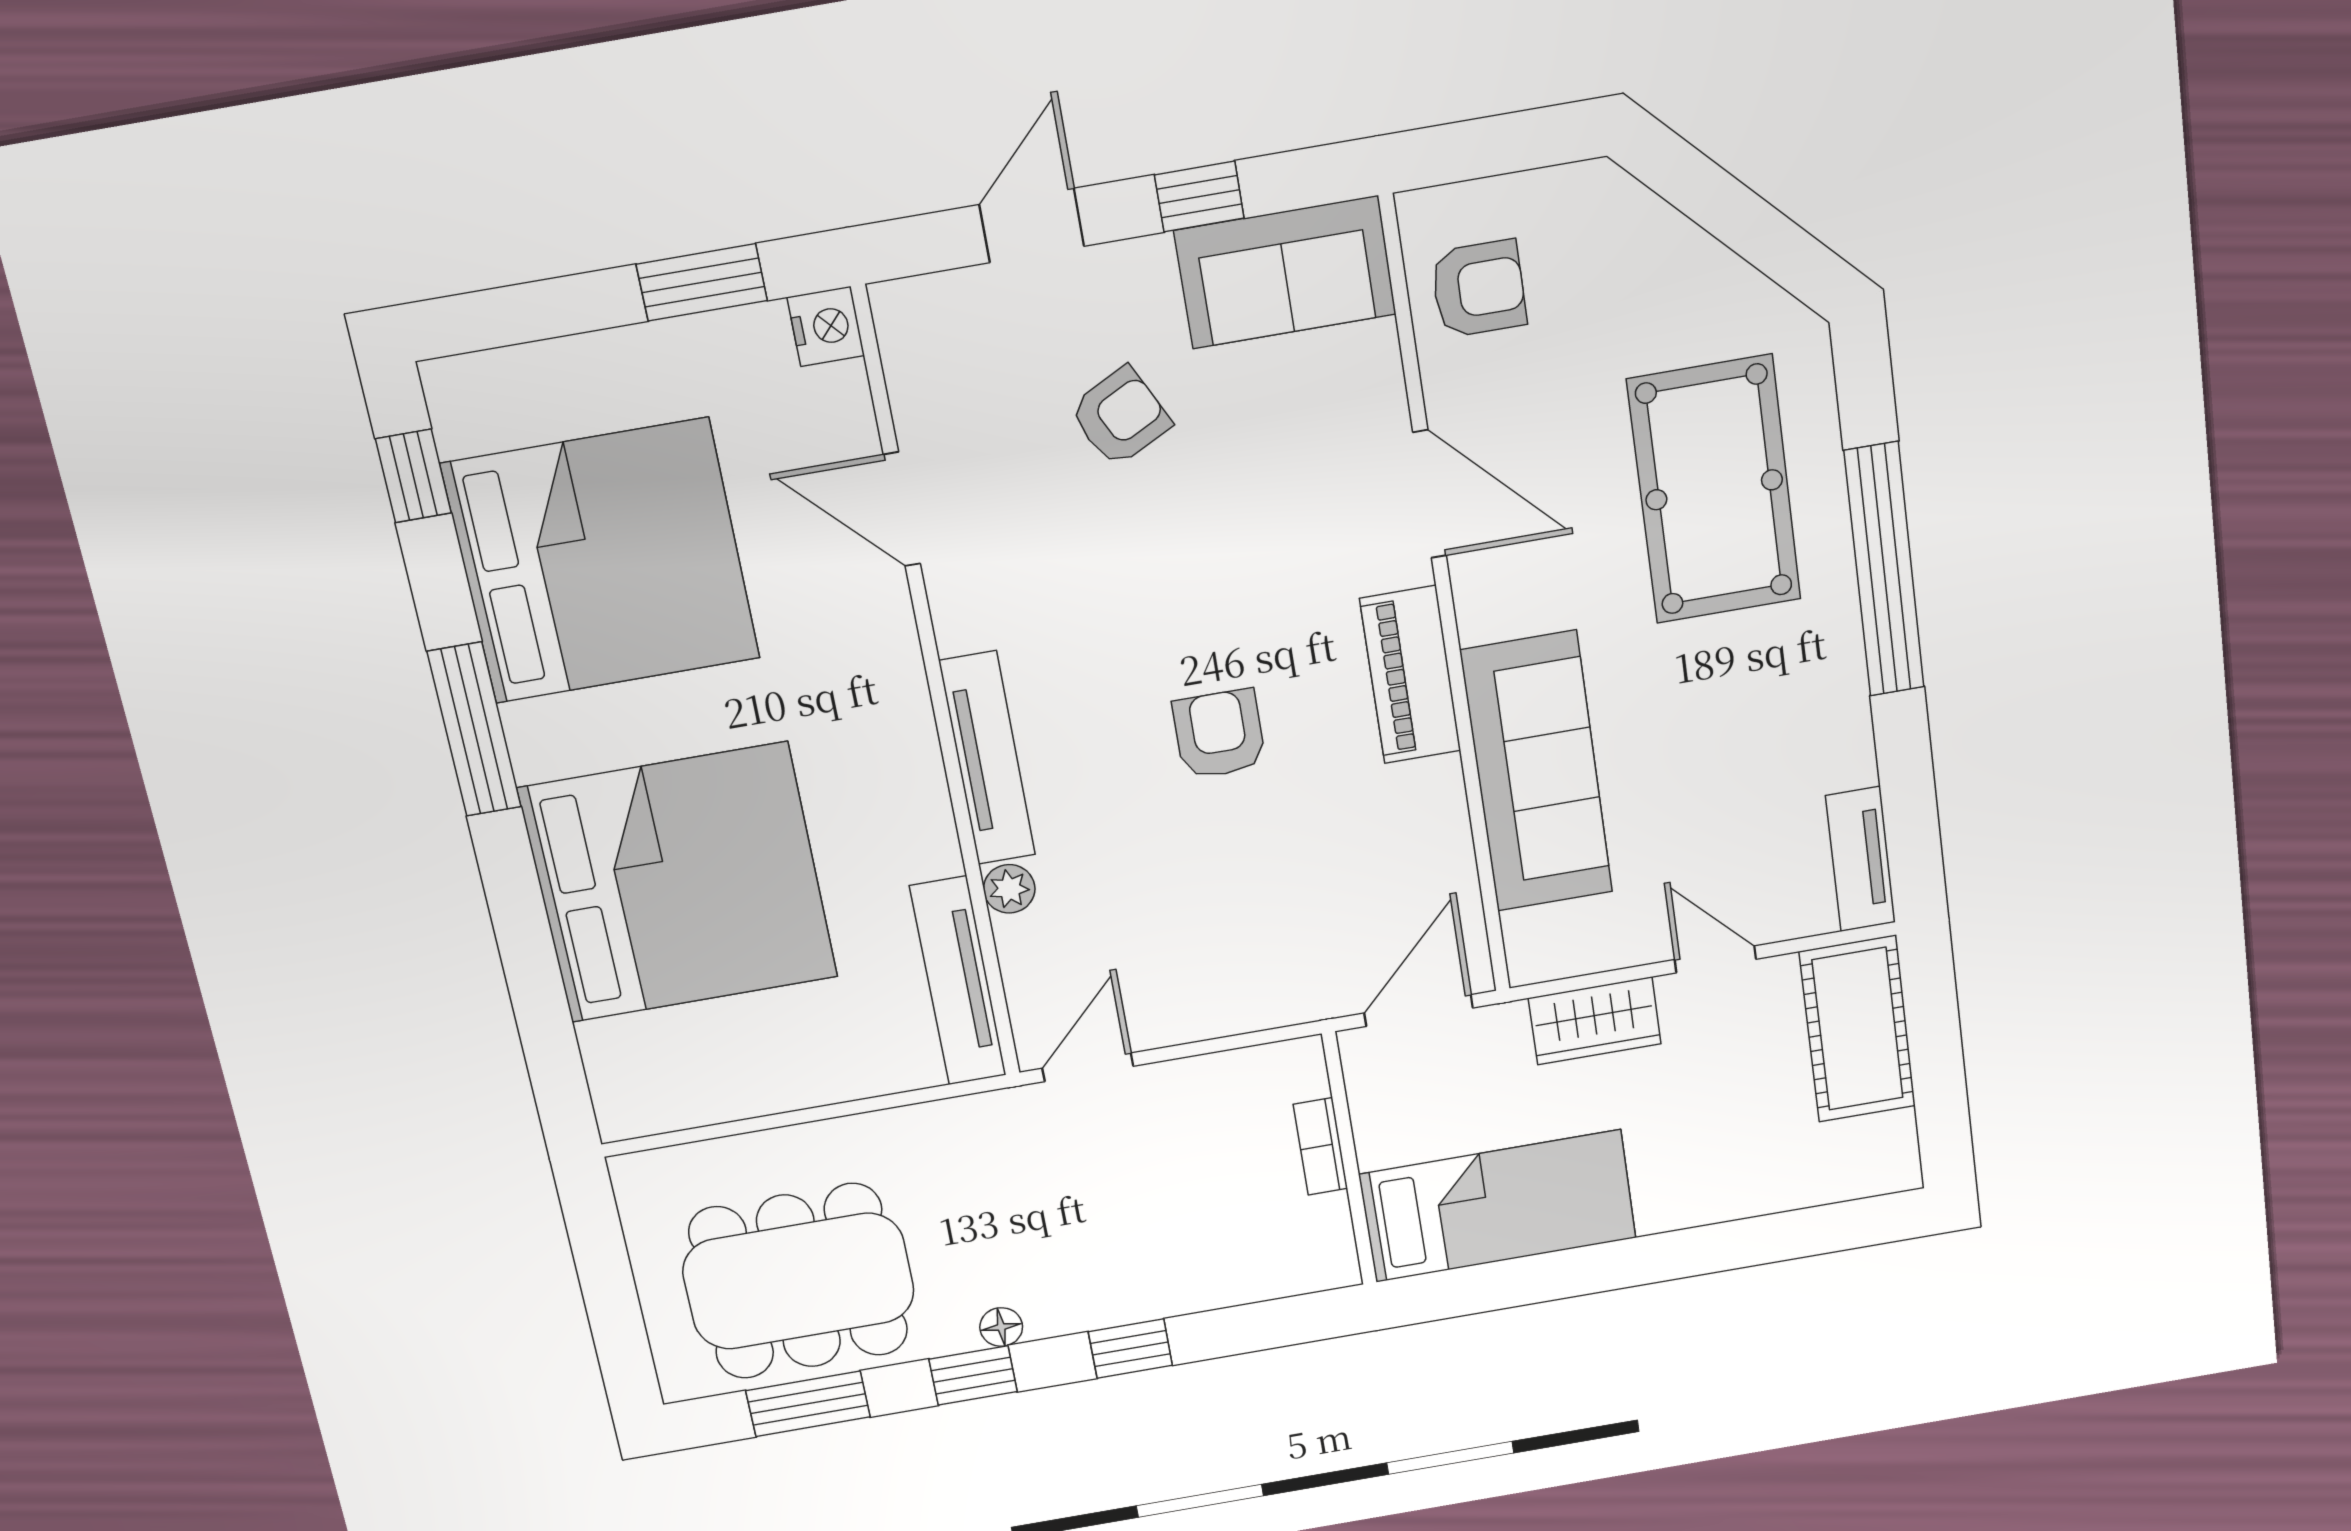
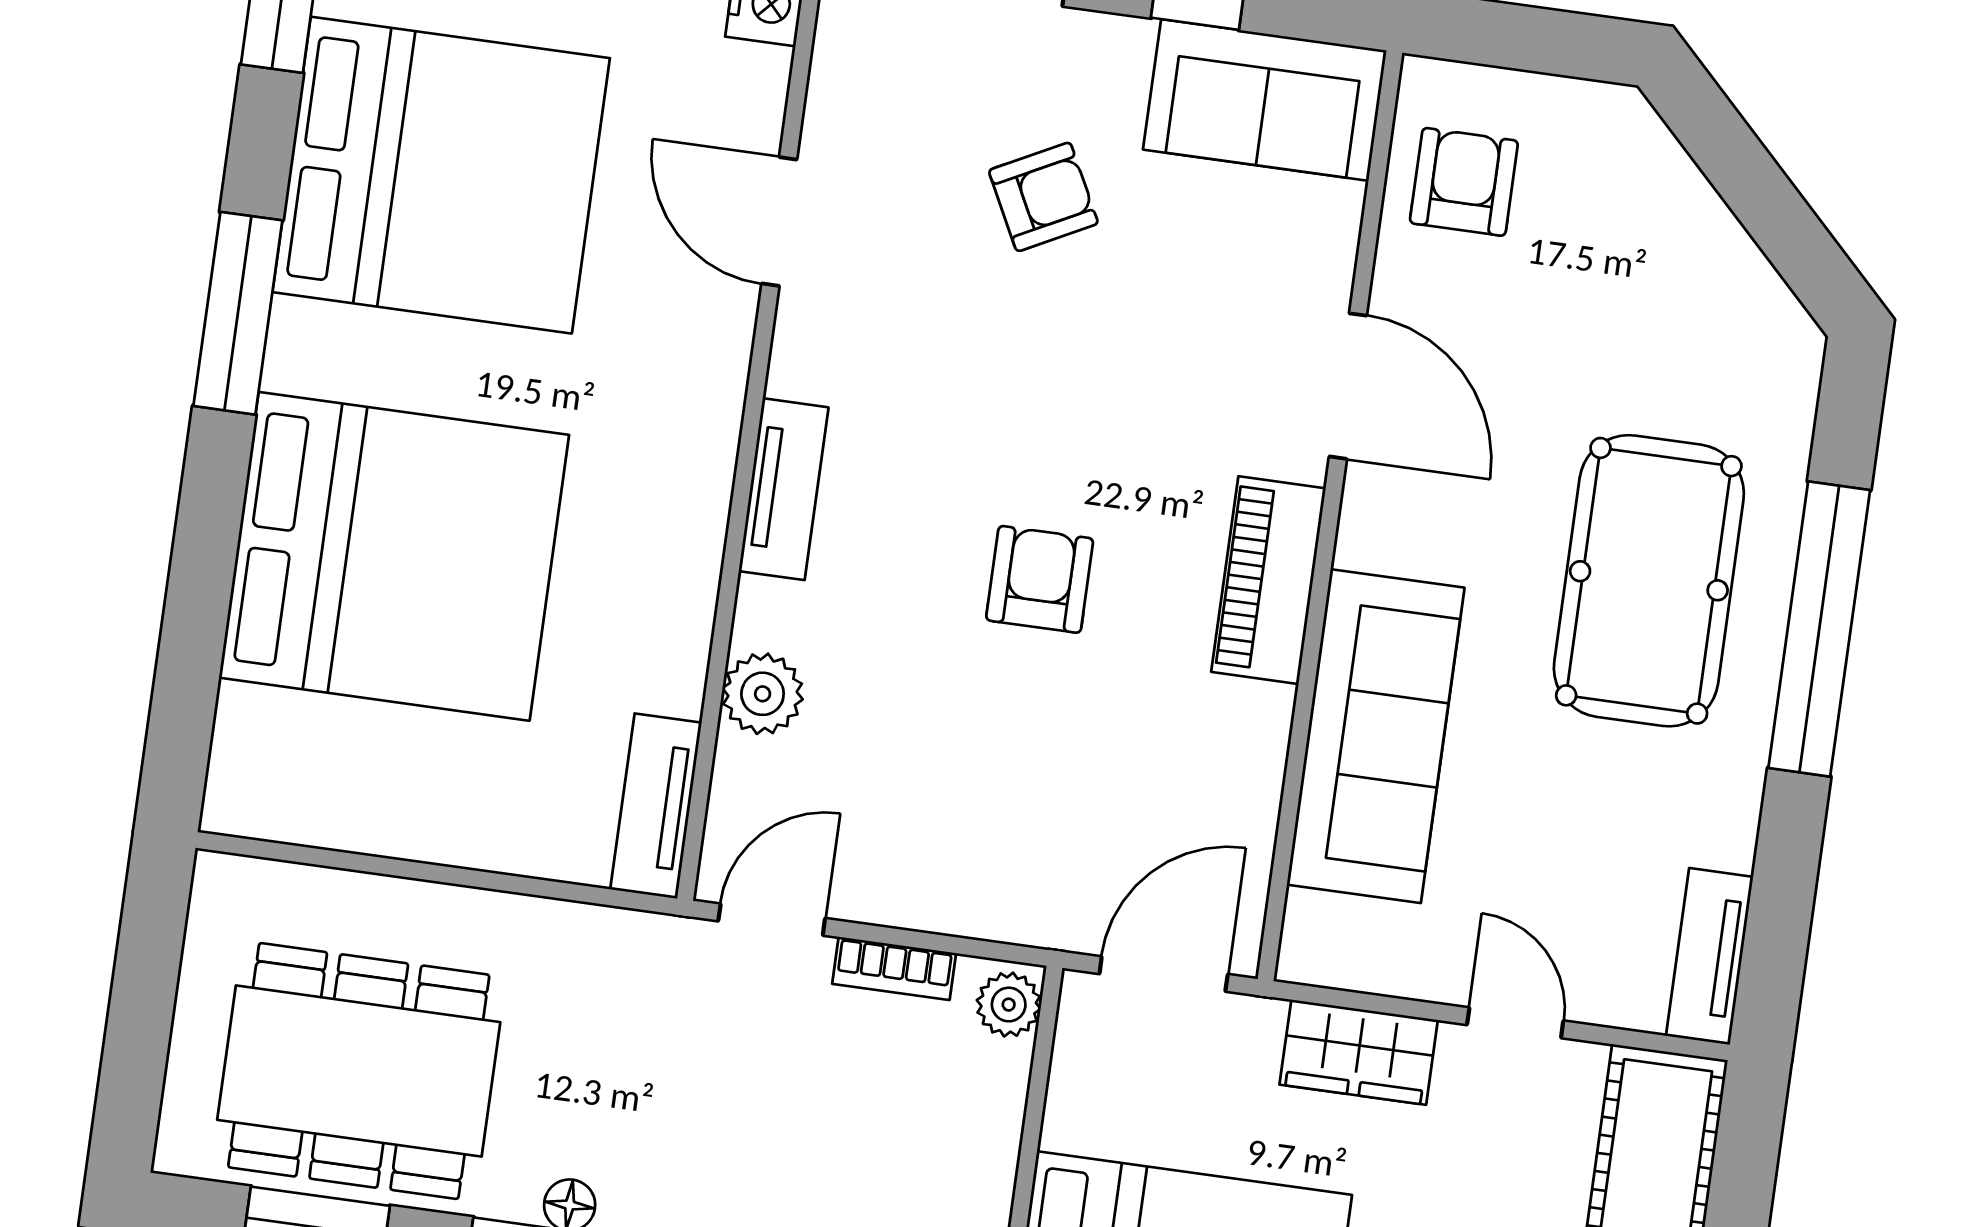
armchair: (1479, 289) -> (1464, 182), turned -90
pool table: (1714, 490) -> (1649, 581), moved
tv unit: (987, 758) -> (784, 489), width x0.71
plant: (1009, 889) -> (763, 694), width x1.38, depth x1.38
tv unit: (958, 981) -> (656, 806), width x0.71
plant: (1301, 1072) -> (1009, 1005), added
bookcase: (1320, 1146) -> (894, 968), moved, turned -90

